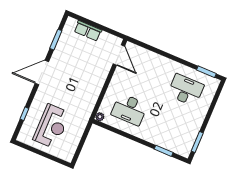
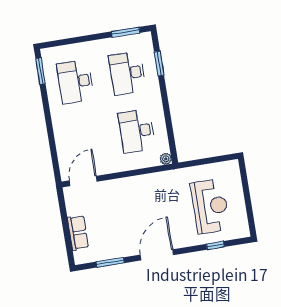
door: (42, 72) -> (157, 255), swing flipped
desk: (129, 109) -> (137, 131), turned 180
reception desk: (52, 126) -> (210, 206), turned 90
desk: (170, 127) -> (127, 73), added

